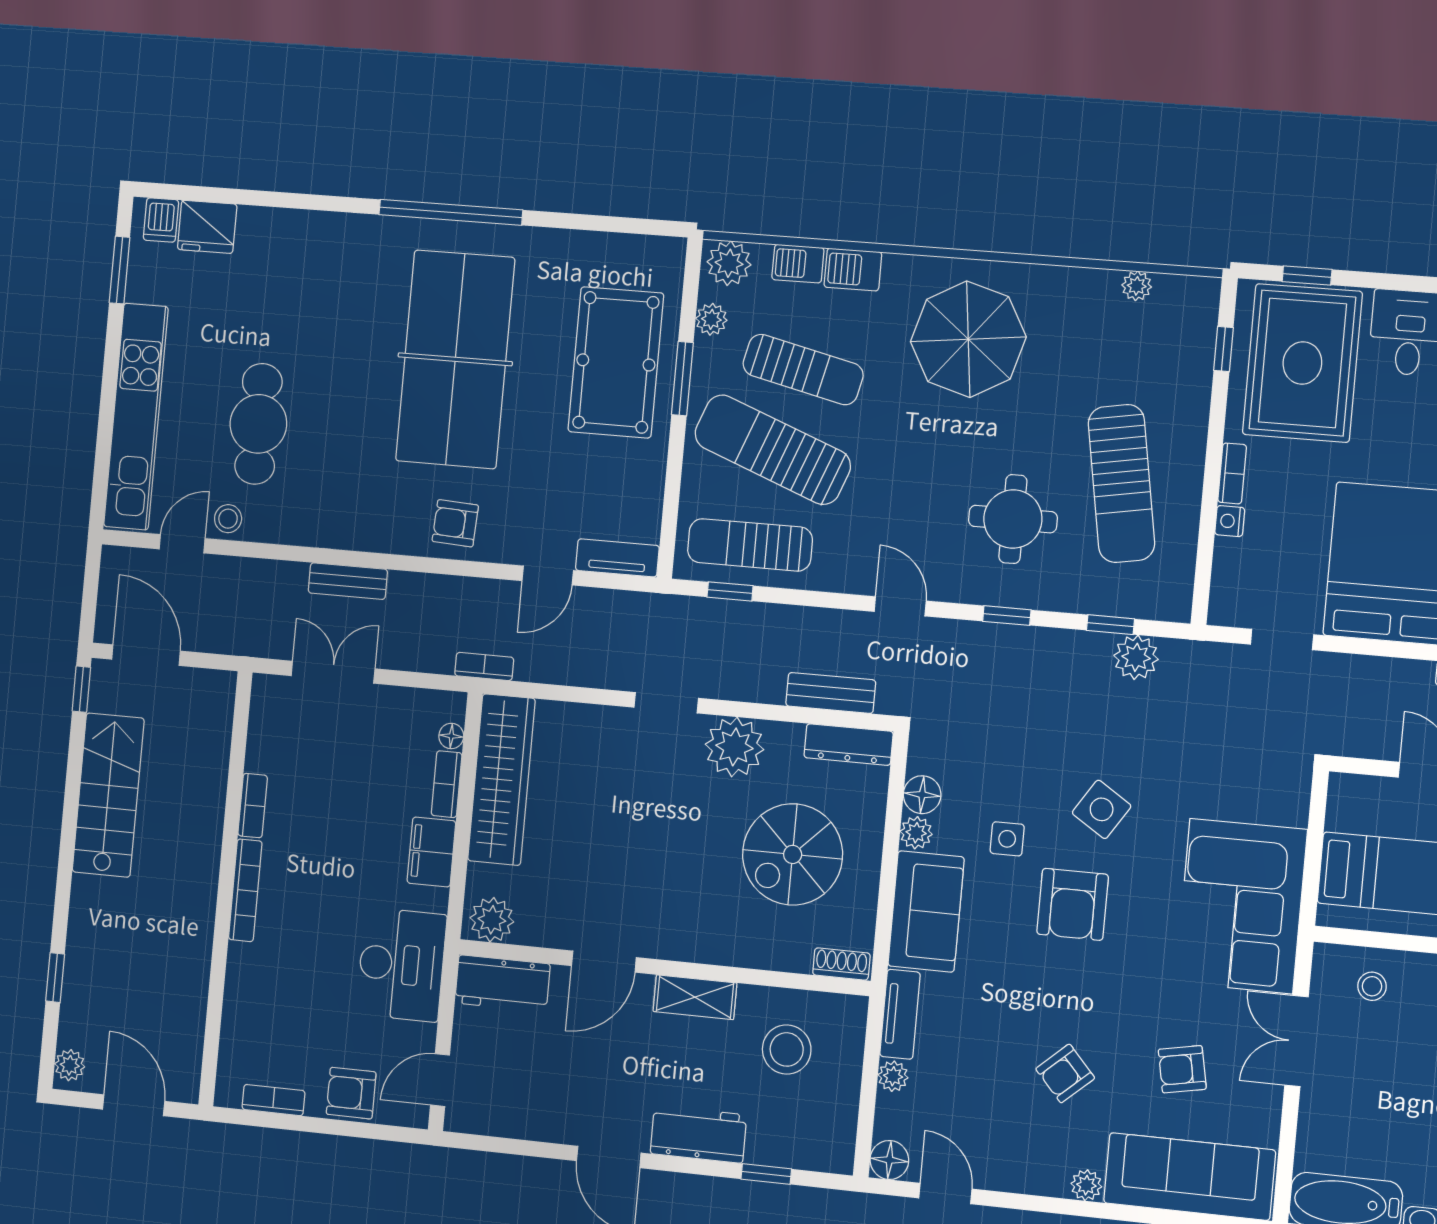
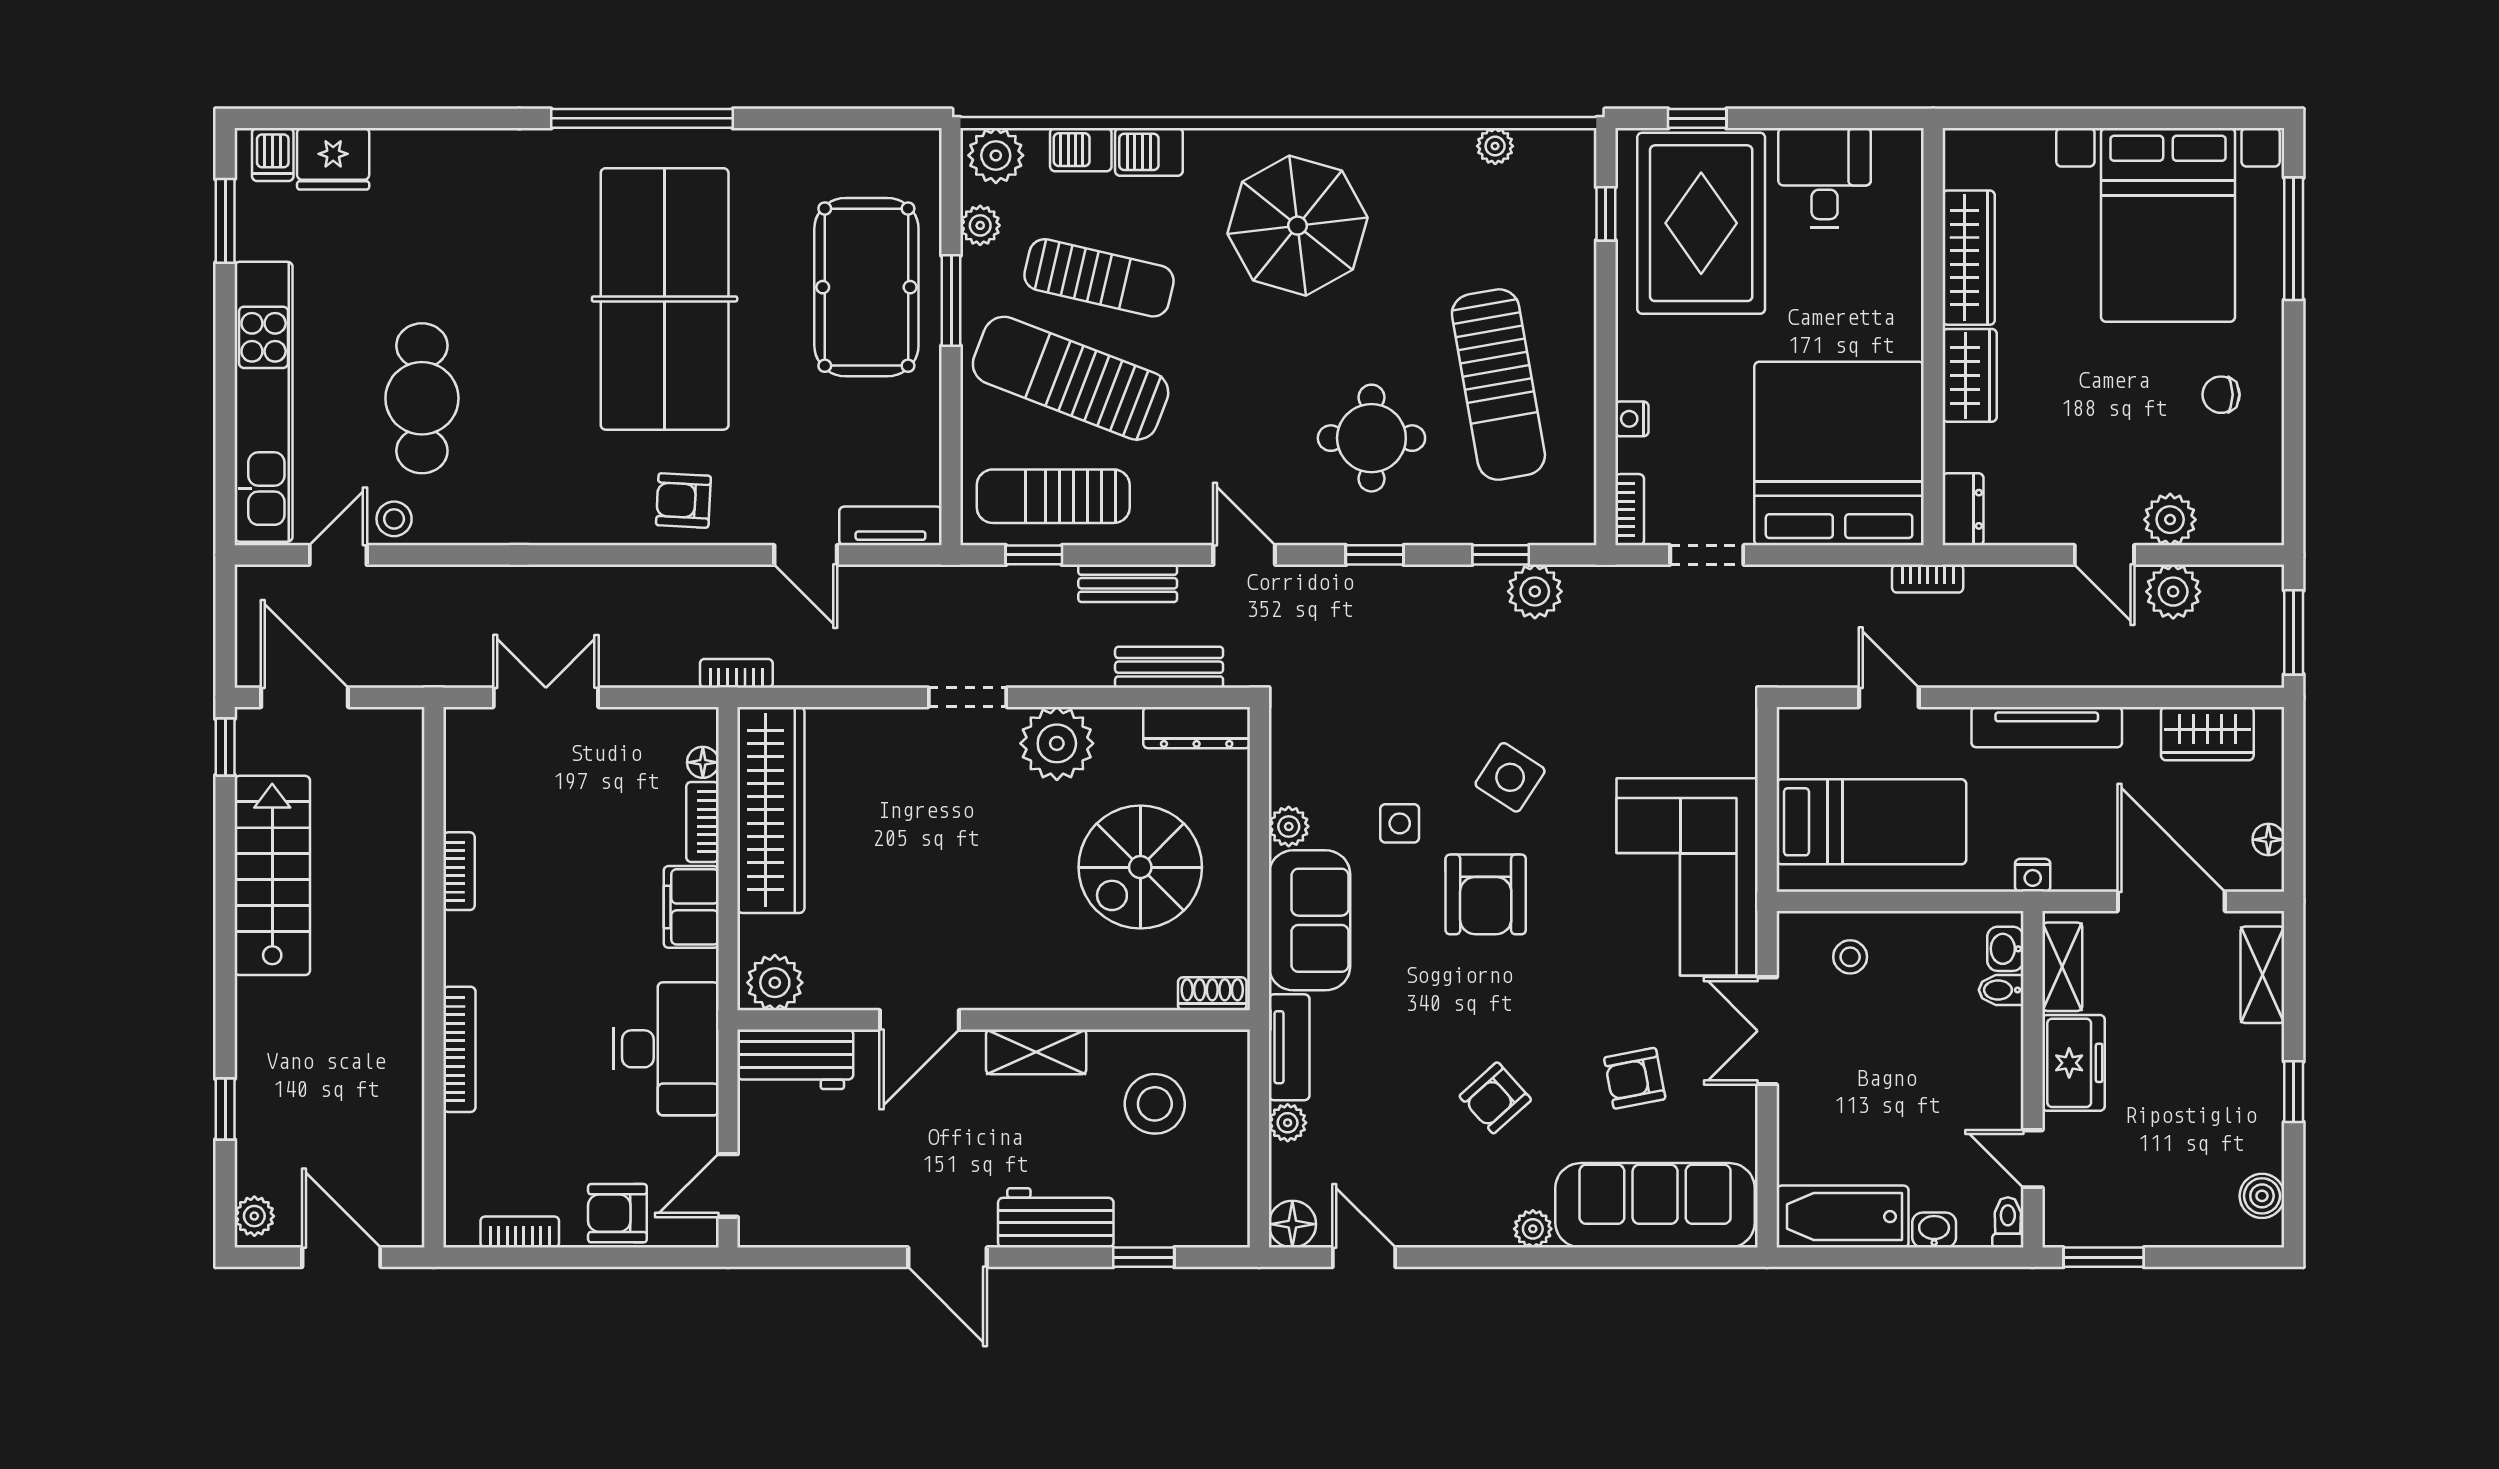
bookcase: (1232, 473) -> (1630, 510), moved
door: (548, 576) -> (806, 555), hinge flipped
bench: (348, 581) -> (1128, 583), moved
floor lamp: (922, 795) -> (1292, 780), removed
bookcase: (245, 890) -> (459, 1049), moved

